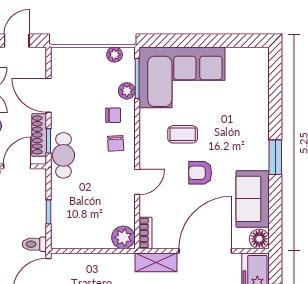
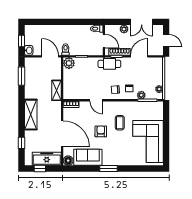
corner sofa: (182, 77) -> (148, 141), moved
plant: (123, 237) -> (69, 63), moved
shelving: (156, 262) -> (57, 90), moved

